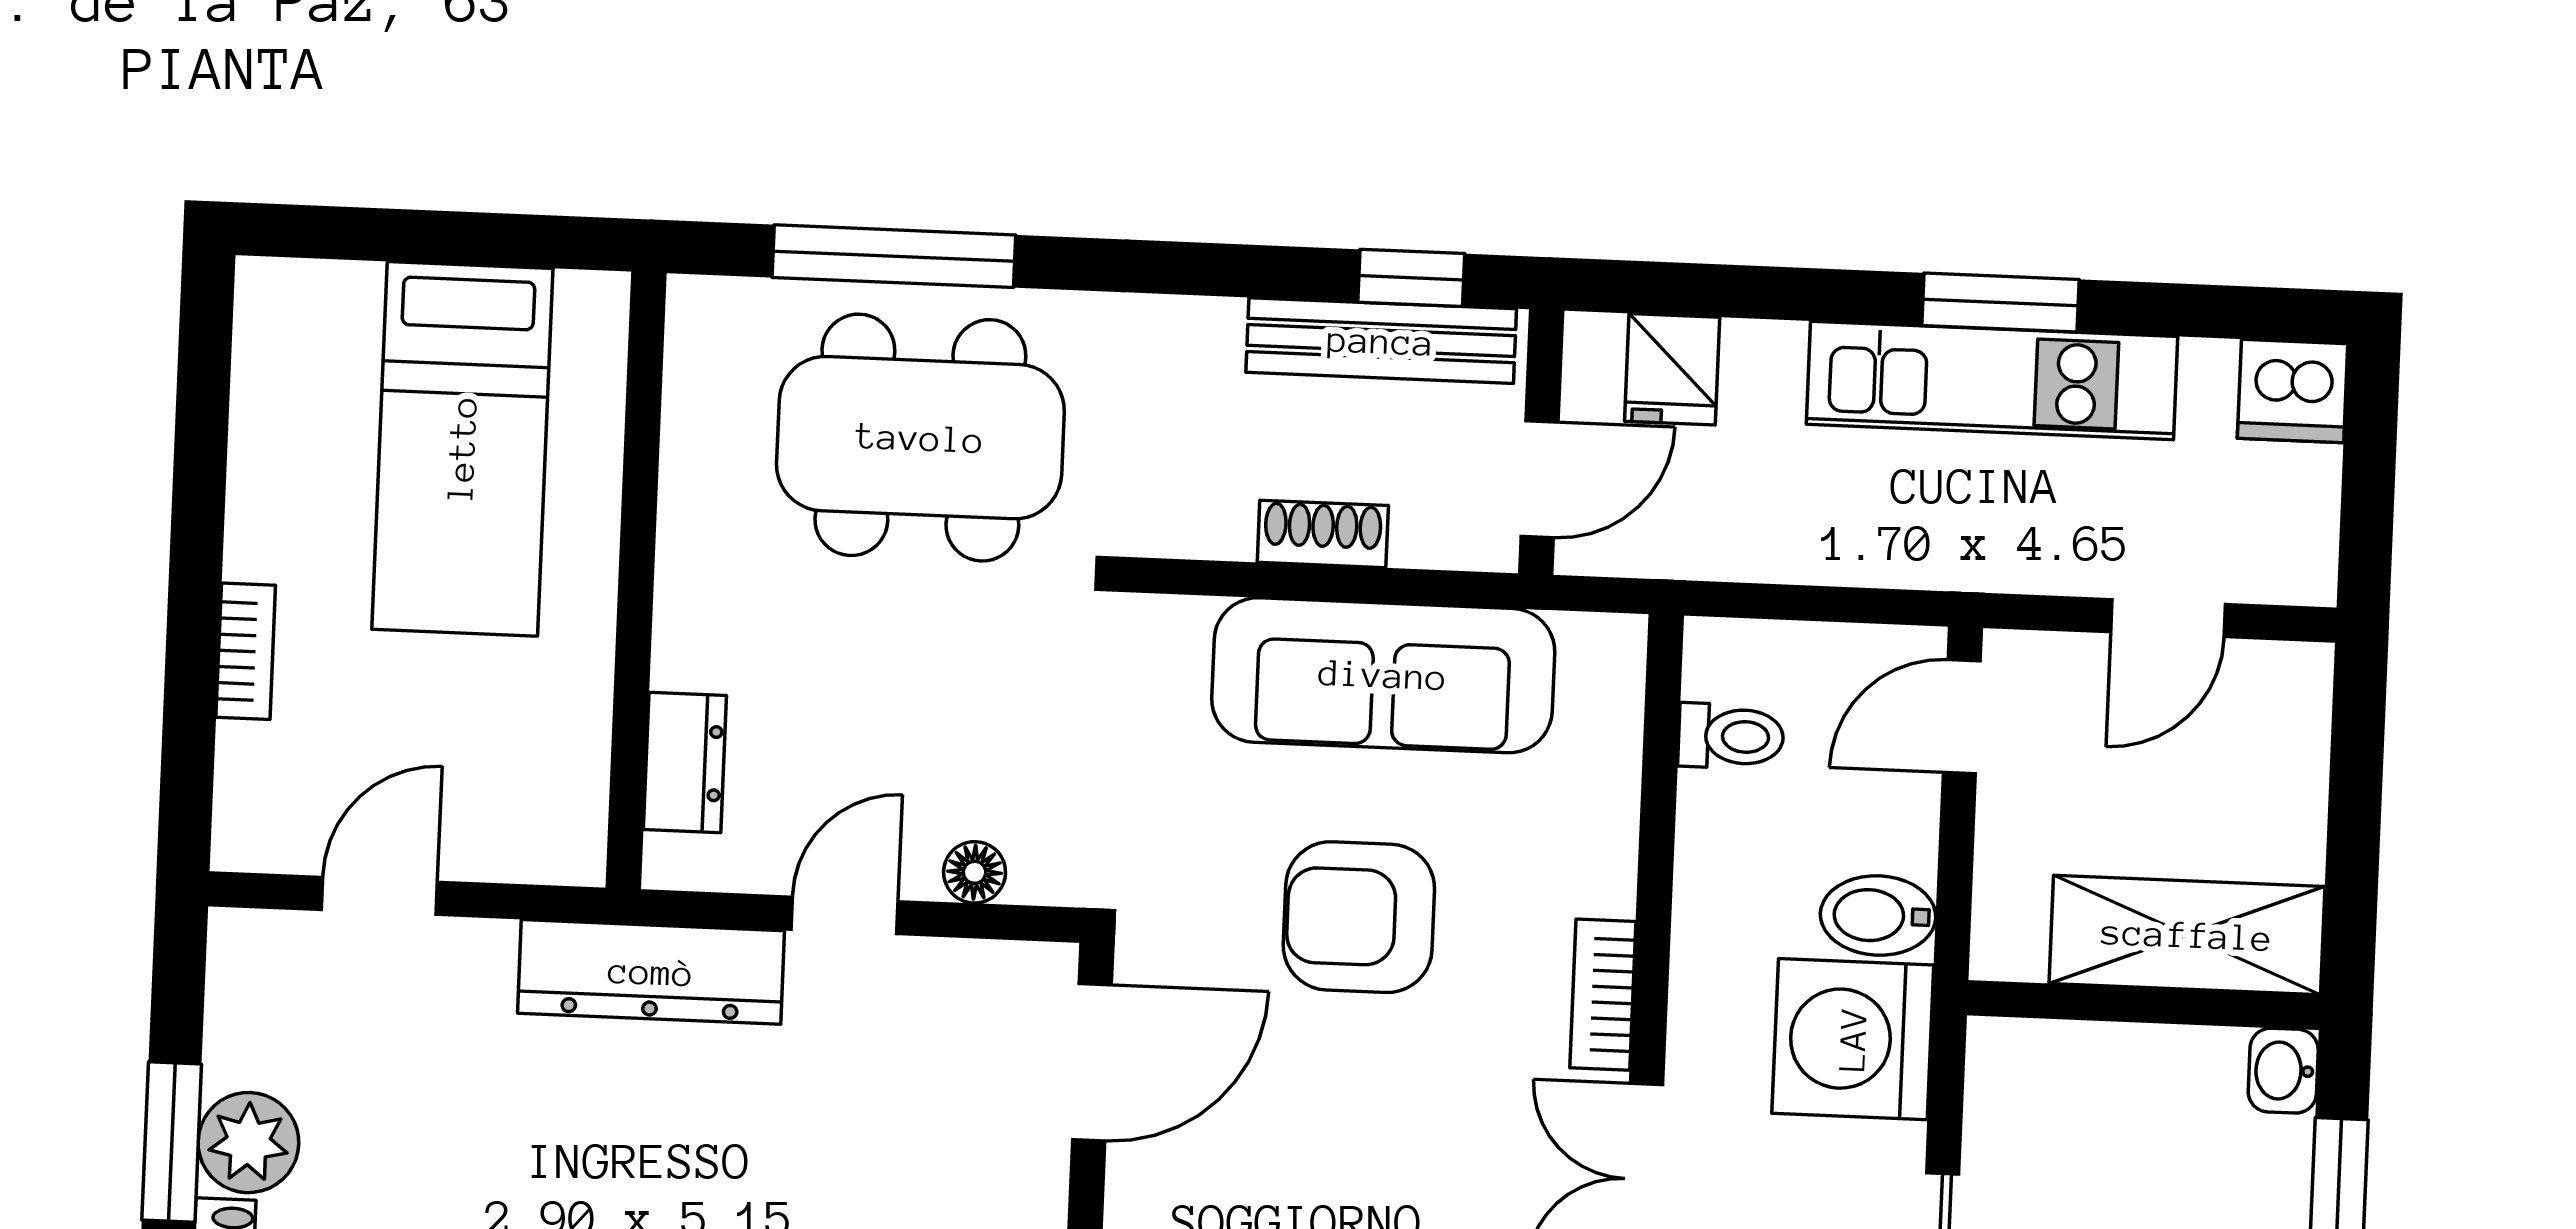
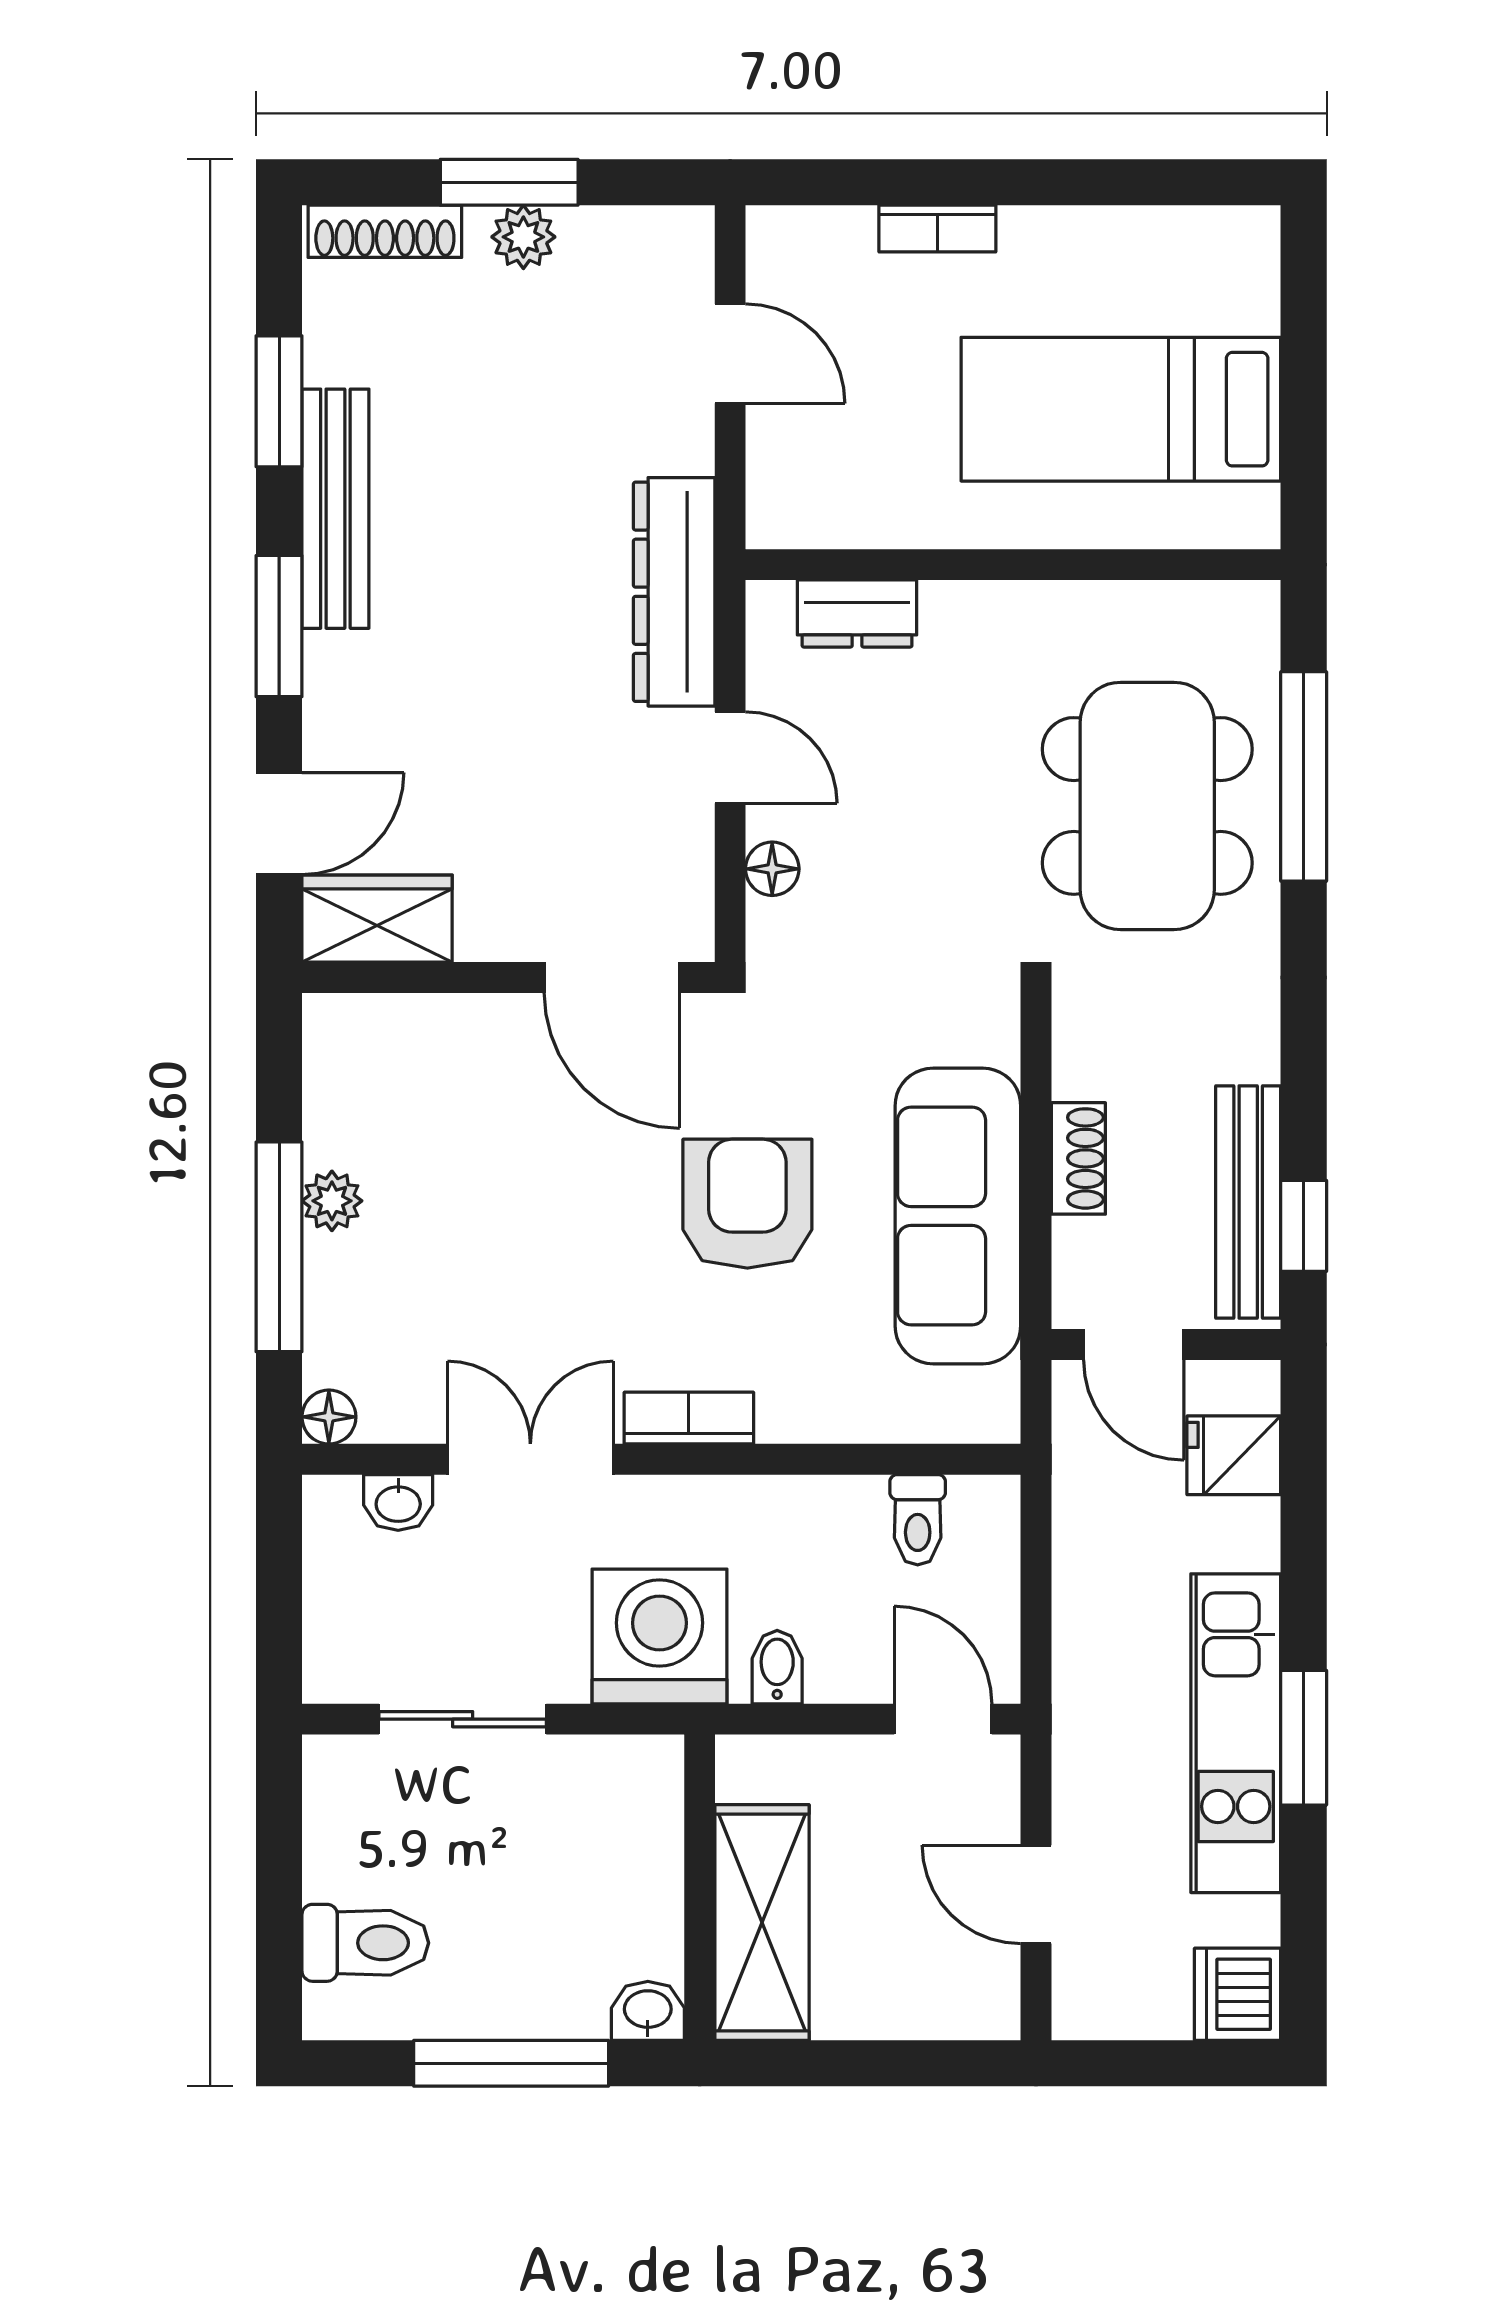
bidet: (1878, 916) -> (777, 1667), width x0.72, depth x0.74
plant: (248, 1143) -> (523, 237), width x0.73, depth x0.73

